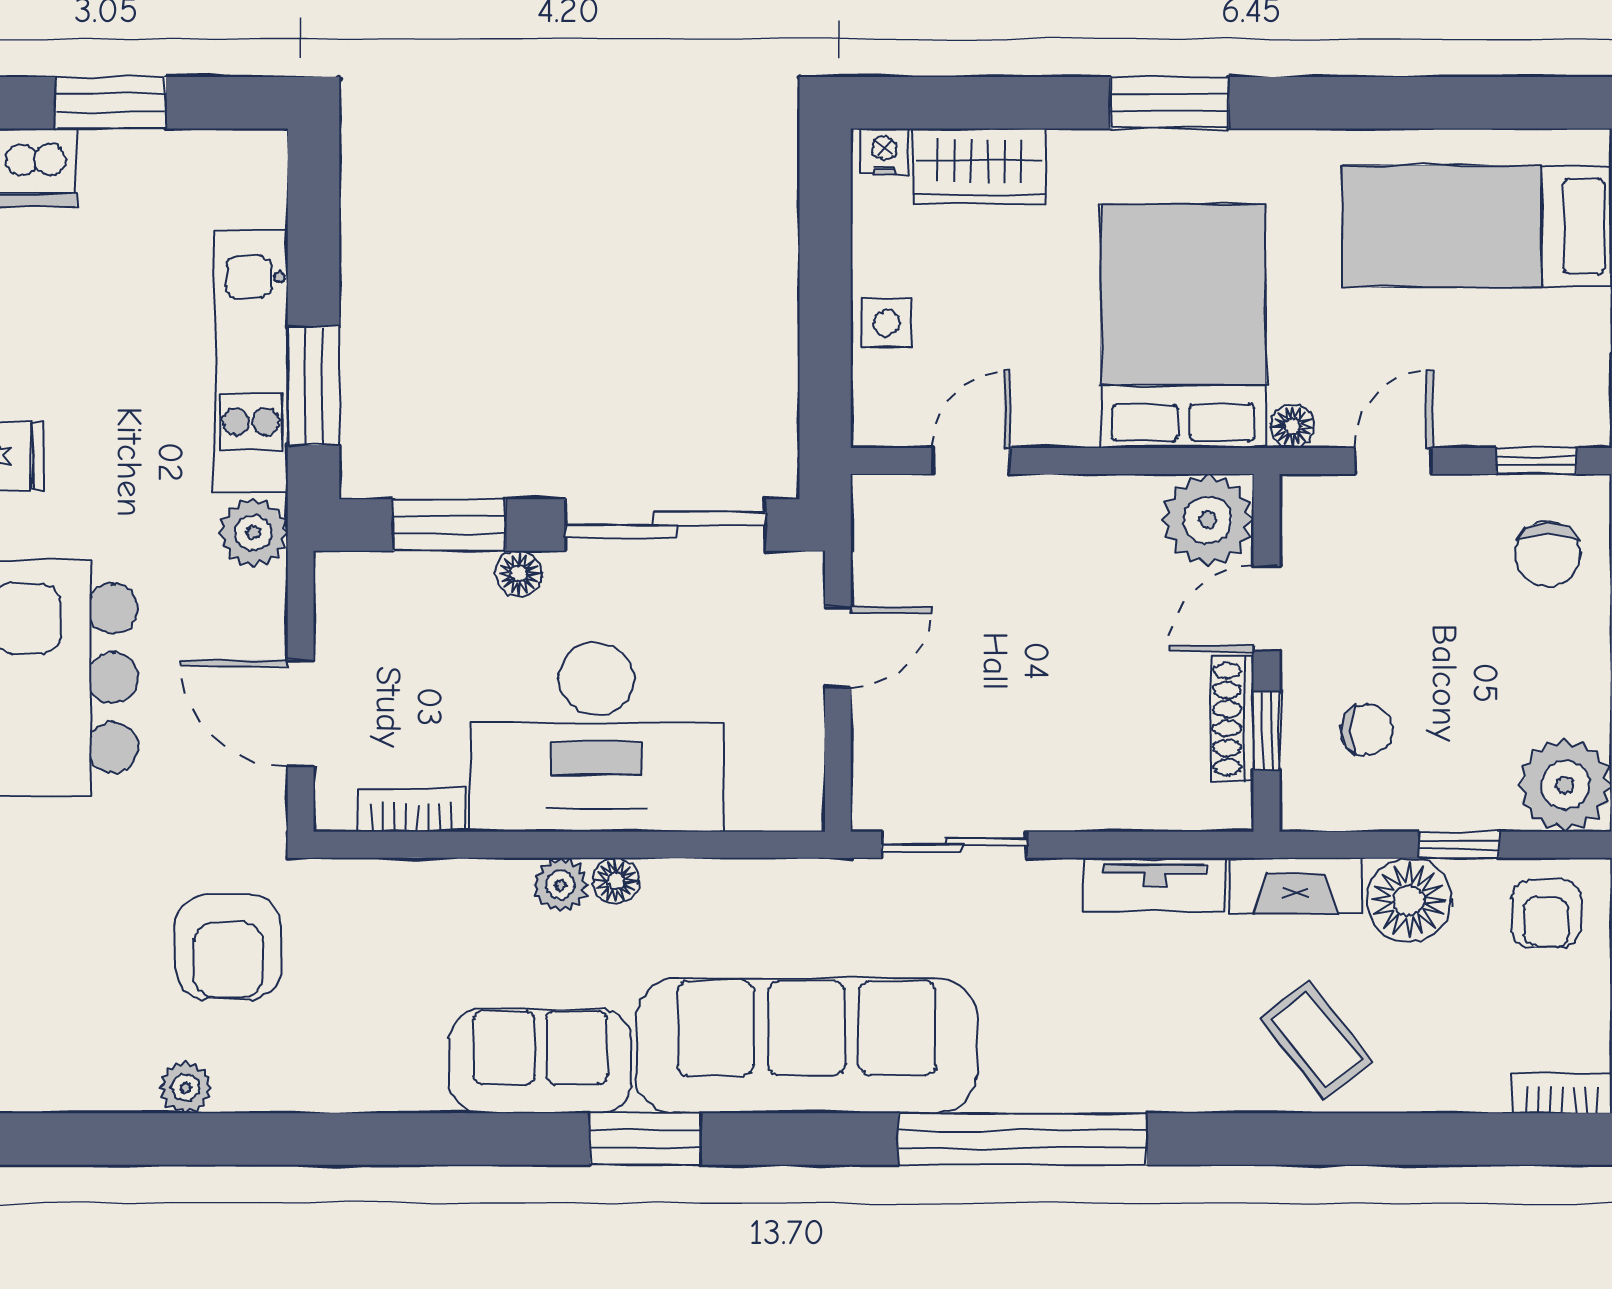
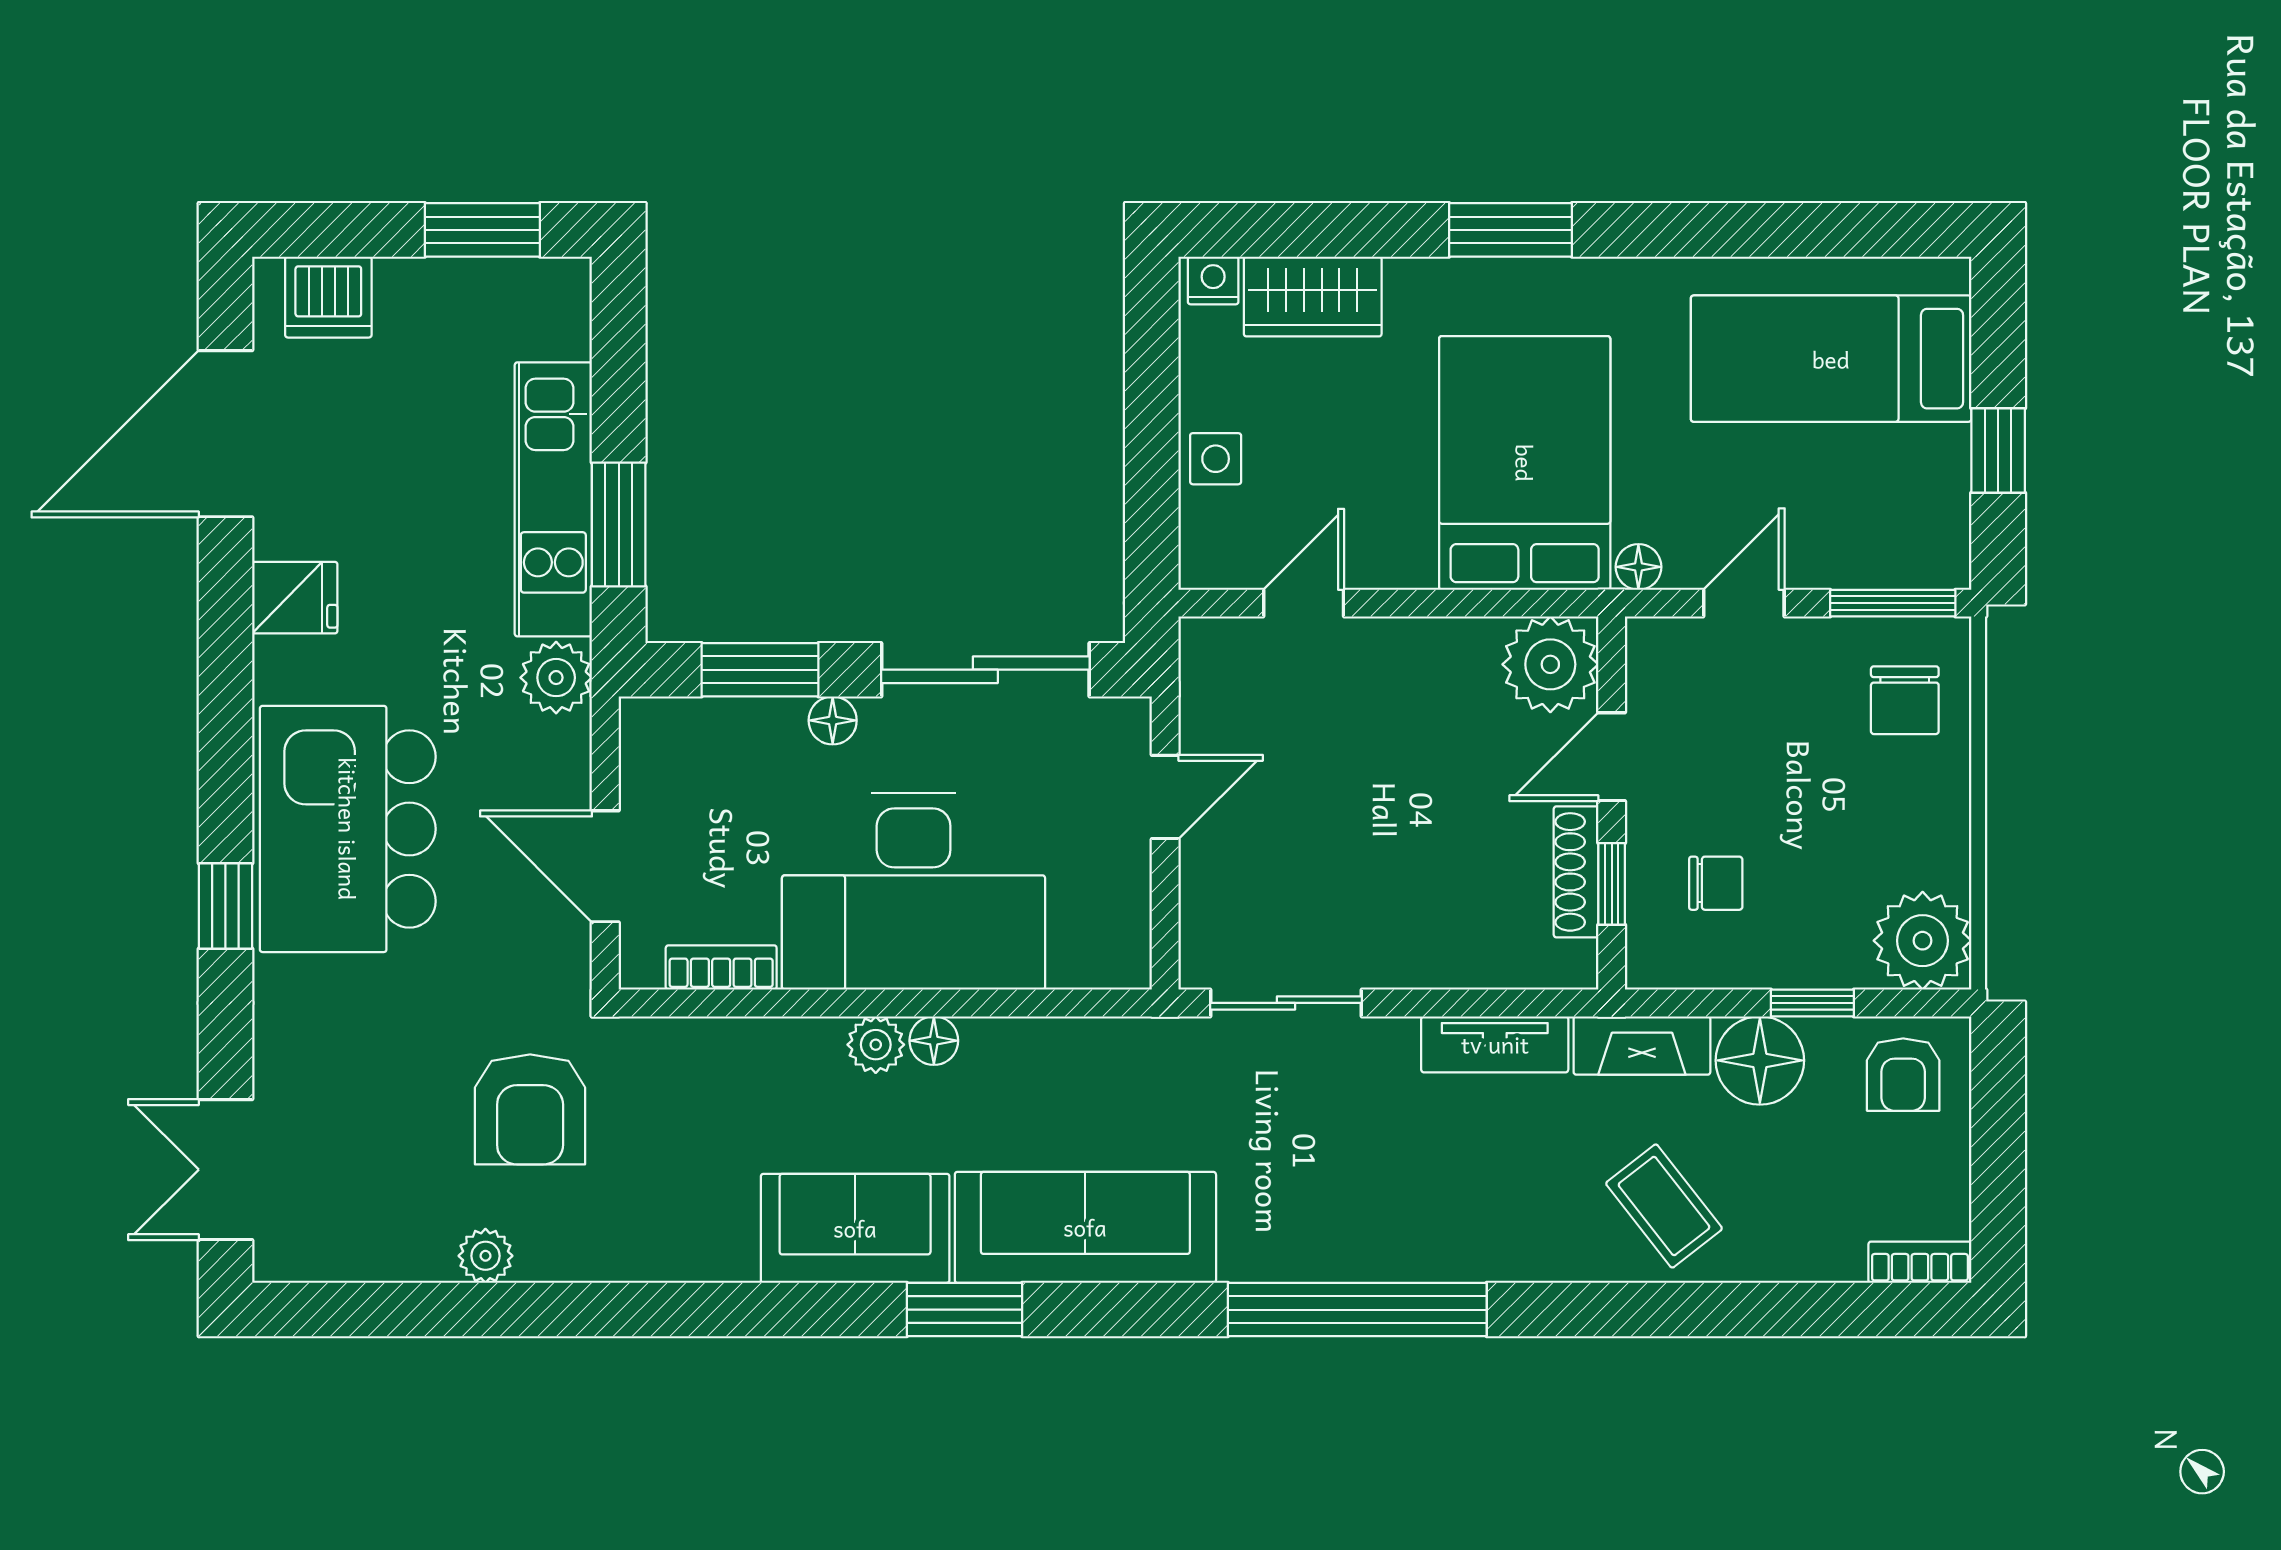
window: (111, 103) -> (482, 230), moved
window: (1536, 461) -> (1893, 603), width x1.50
sofa: (807, 1046) -> (1085, 1227), width x0.74, depth x0.79

